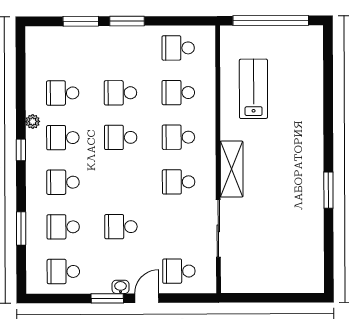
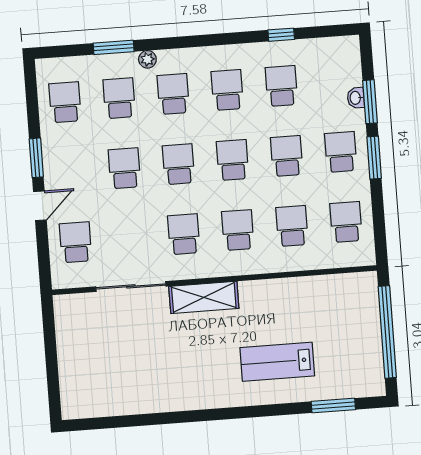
school desk: (120, 48) -> (341, 152), added
lab bench: (253, 89) -> (277, 362), moved, turned 180
plant: (33, 122) -> (147, 59), moved
window: (21, 150) -> (281, 35), moved
school desk: (121, 182) -> (178, 164), added
window: (328, 190) -> (333, 406), moved
washbasin: (121, 287) -> (356, 98), moved, turned 180
door: (147, 298) -> (40, 206), hinge flipped

